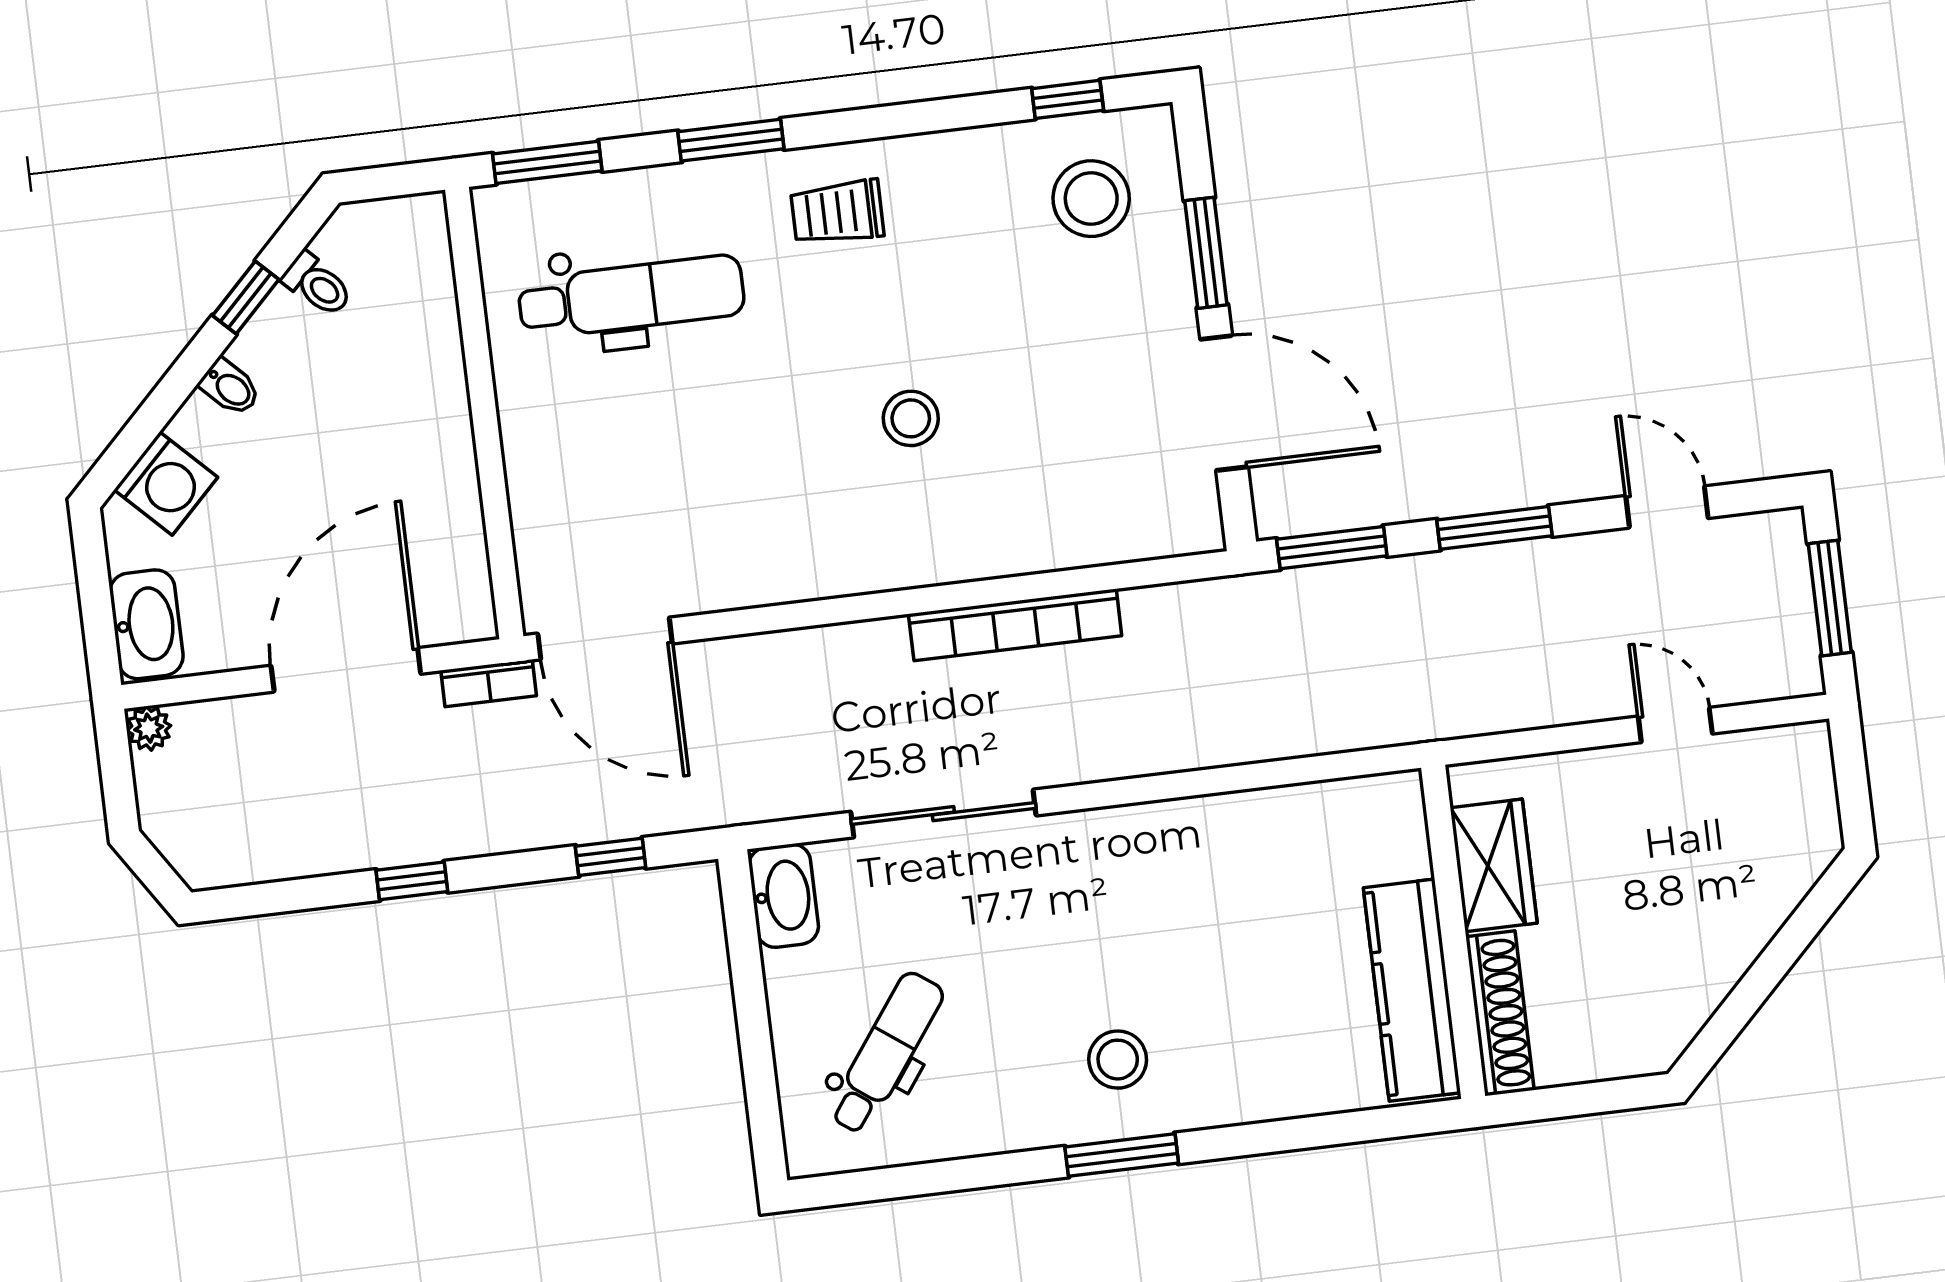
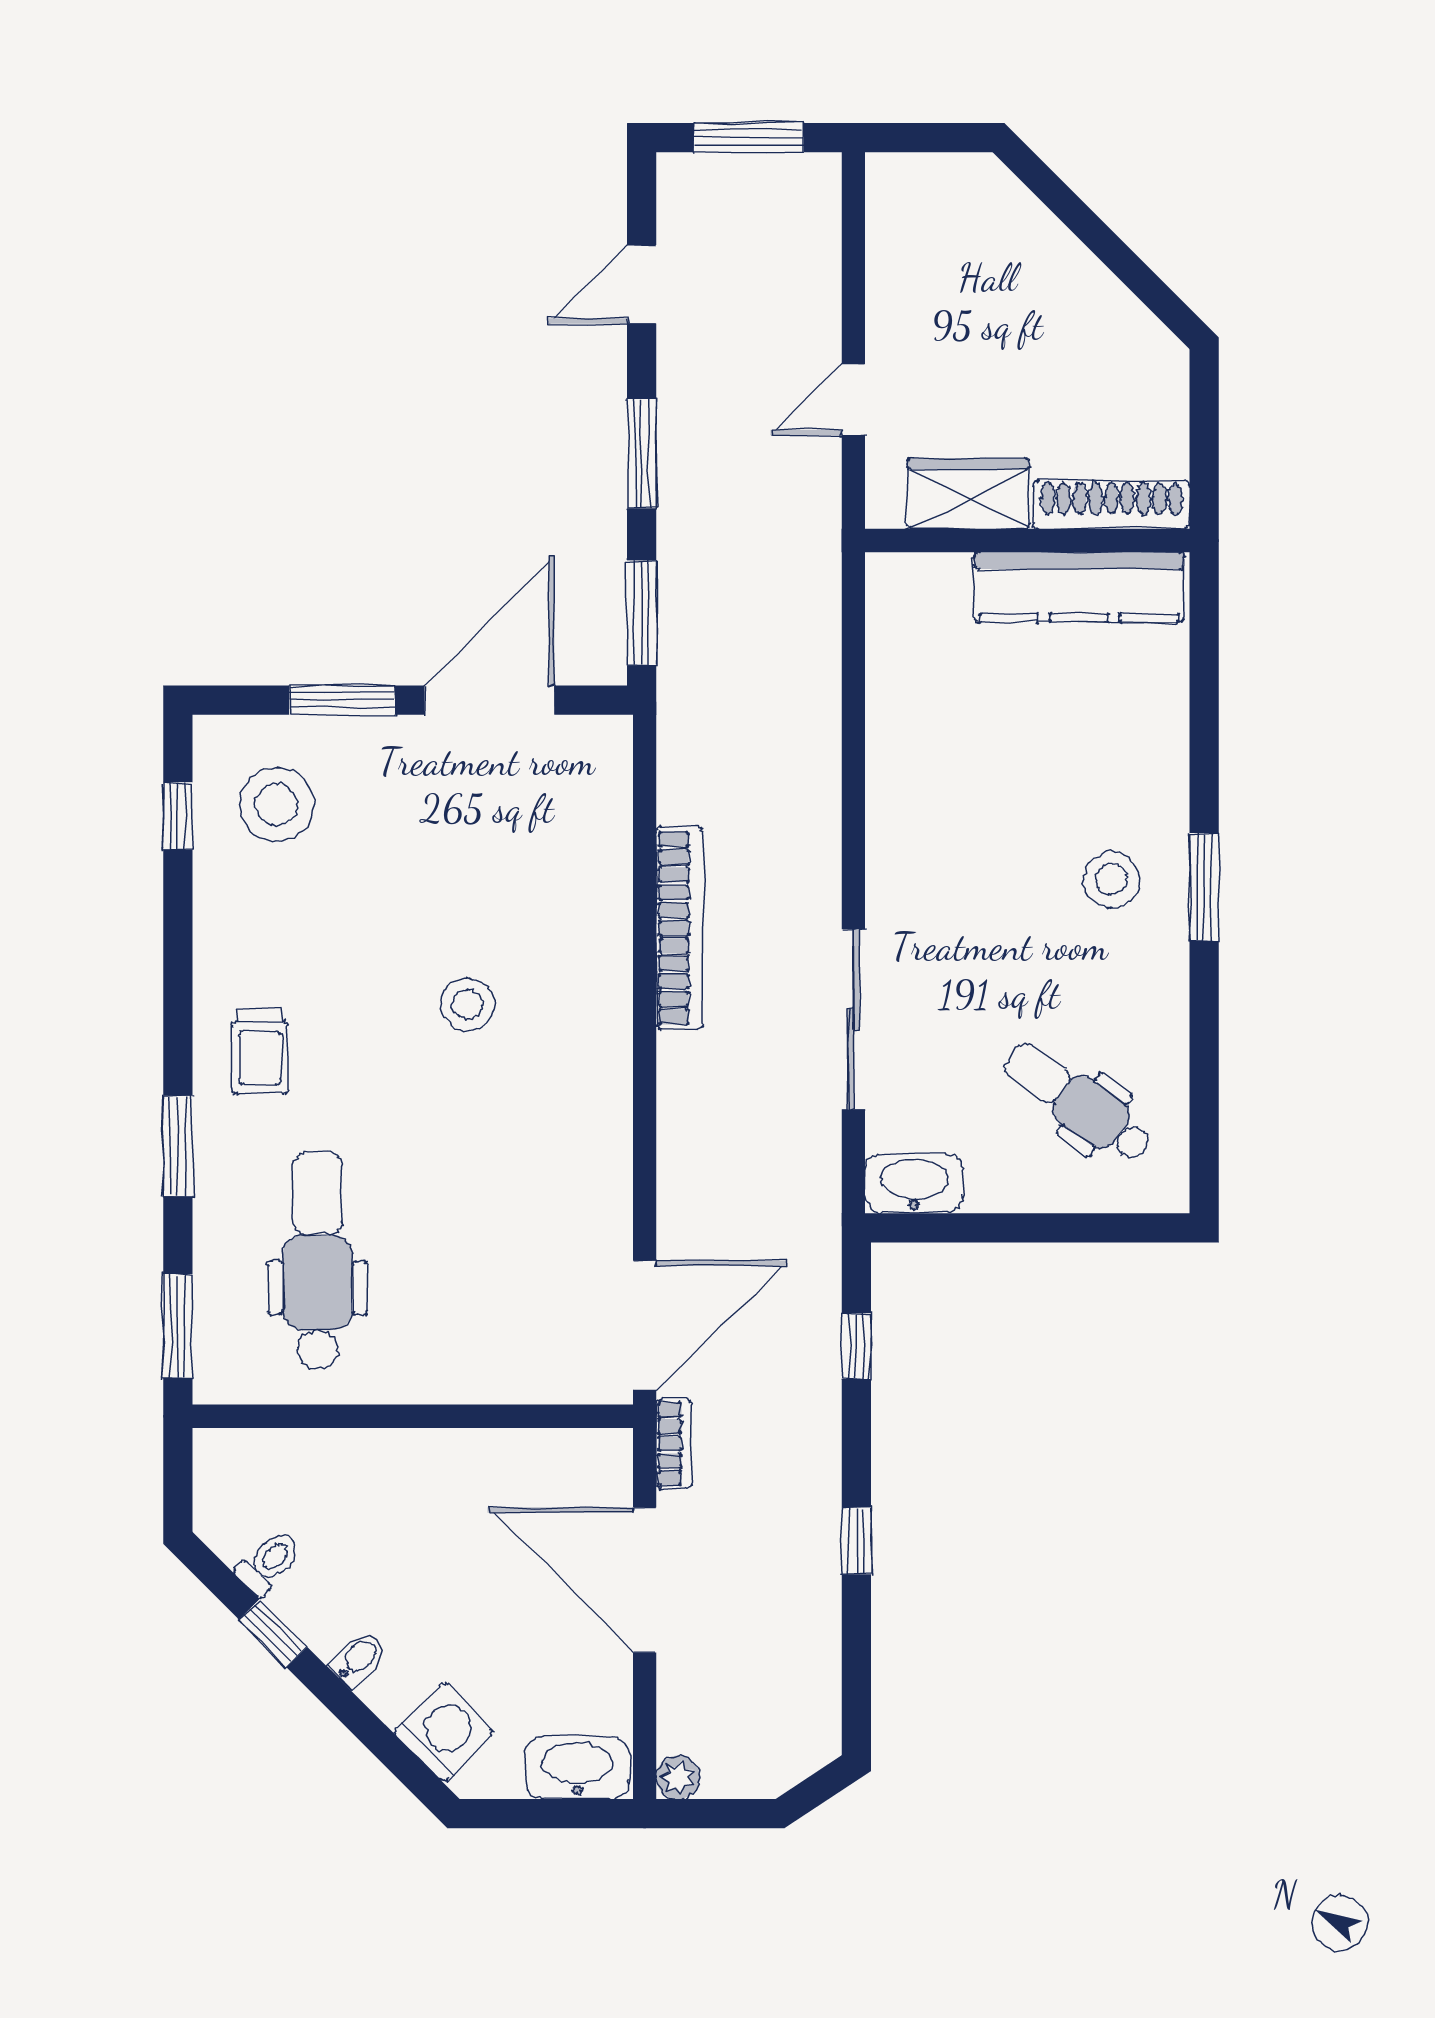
door: (1675, 725) -> (853, 400), moved

